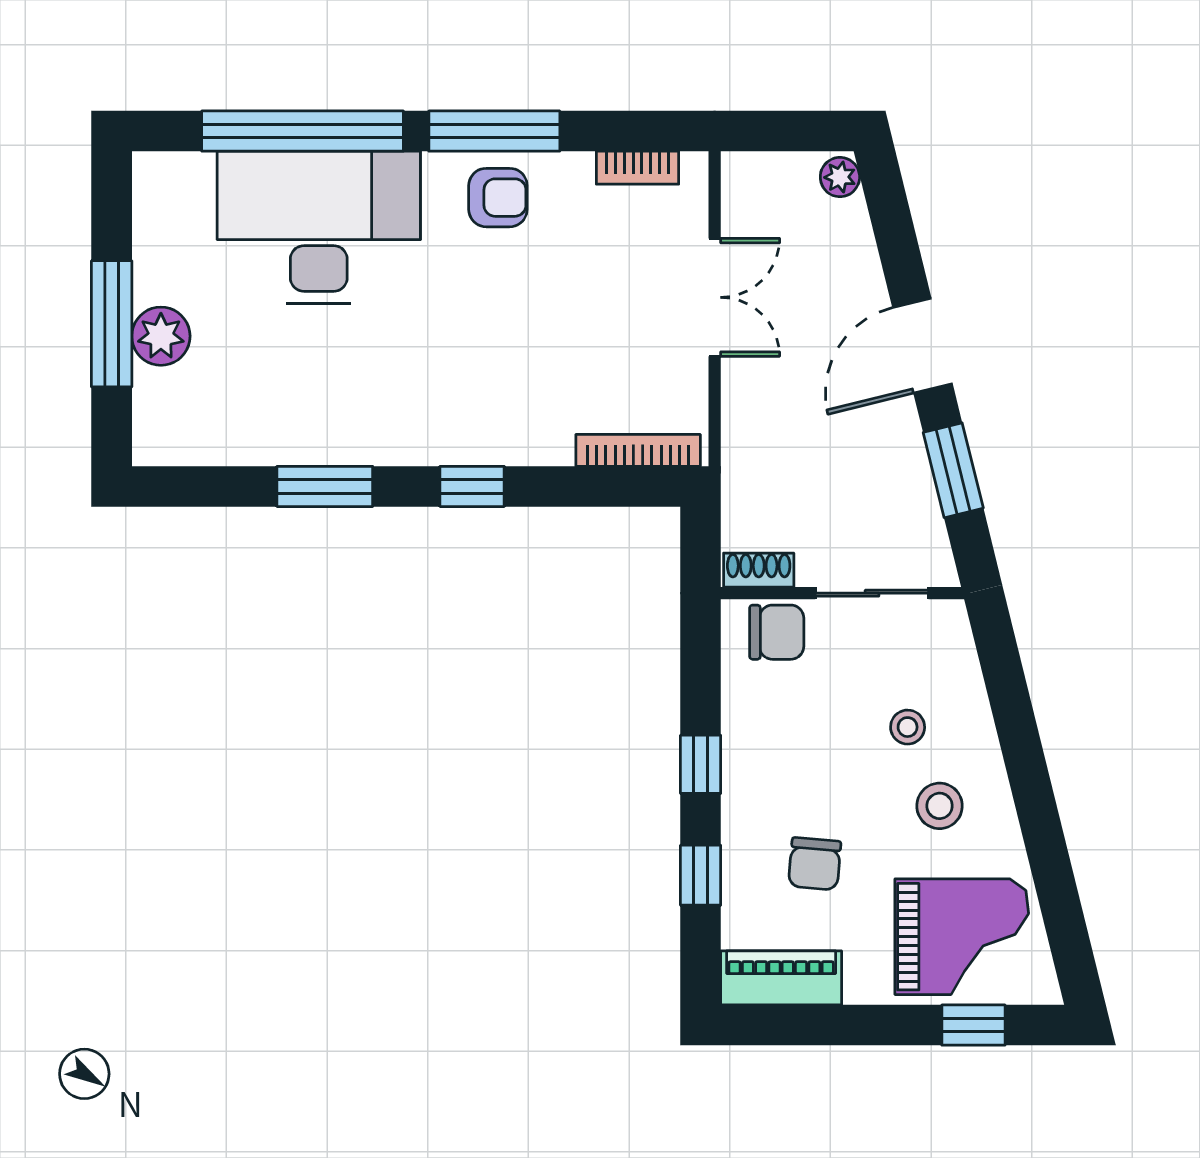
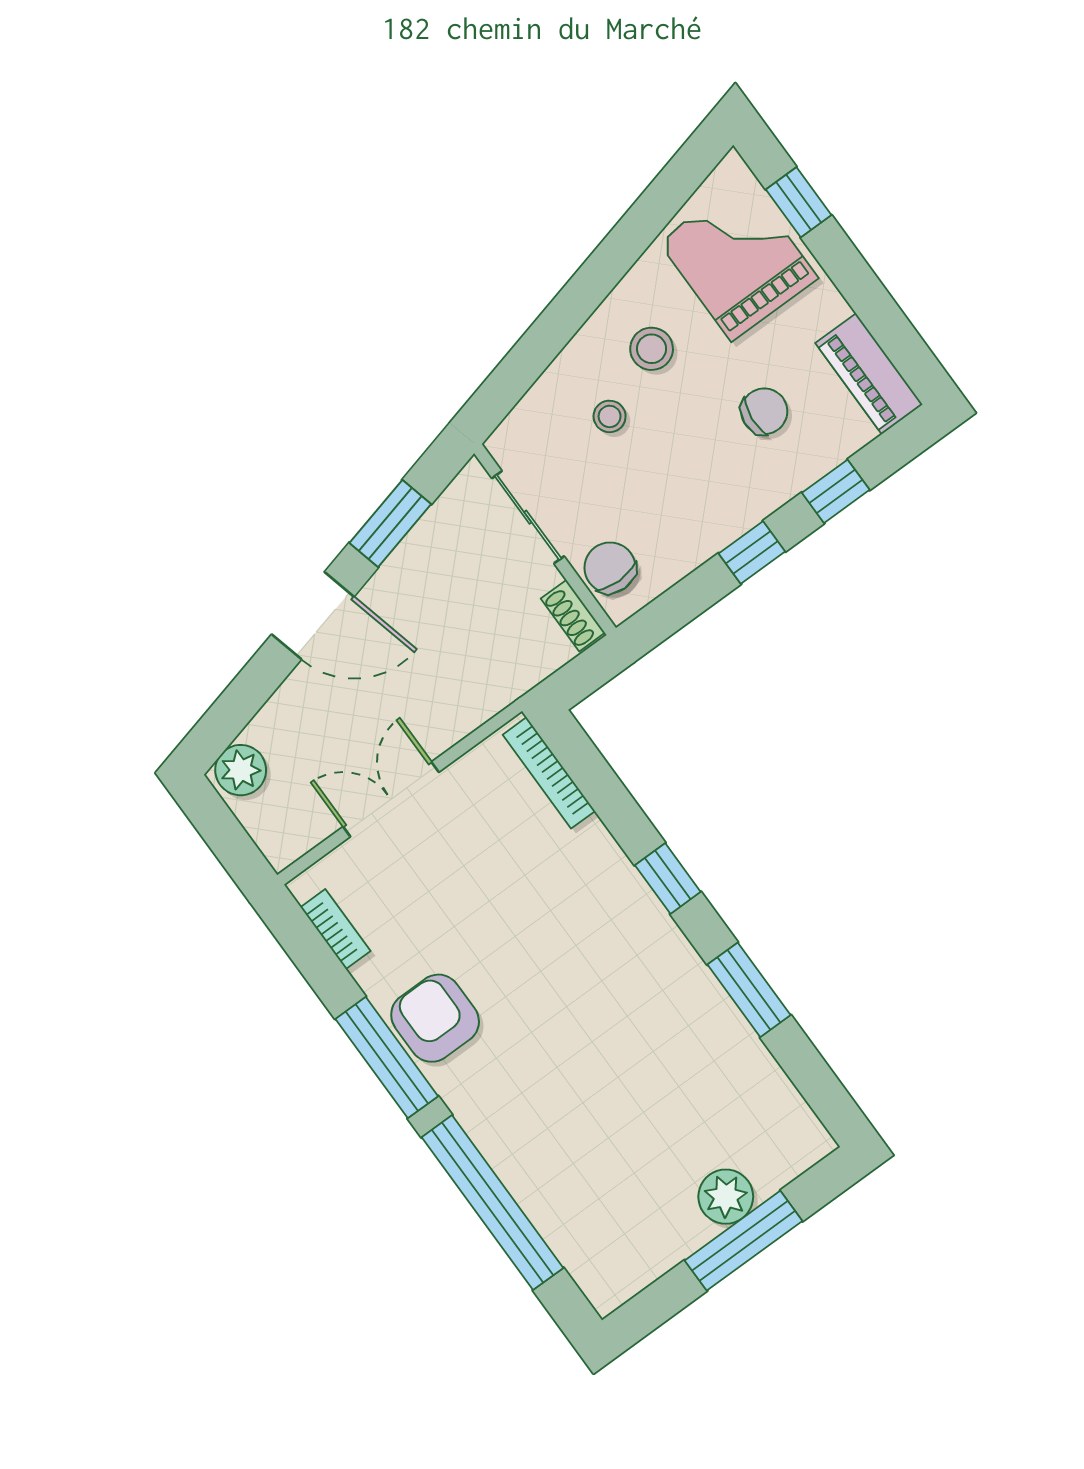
plant: (840, 177) -> (241, 770), width x1.38, depth x1.38
armchair: (498, 198) -> (435, 1018), width x1.38, depth x1.38
desk: (319, 227) -> (556, 1137), removed

